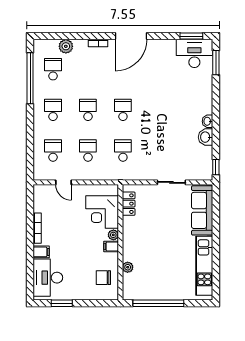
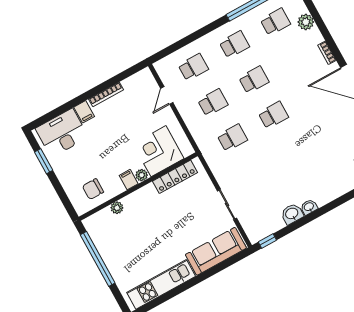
locker: (129, 204) -> (175, 177), width x1.53
chair: (103, 278) -> (93, 189), turned -90

